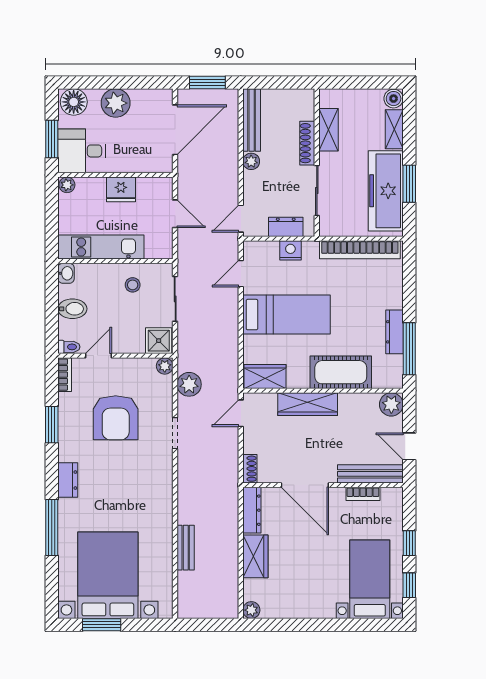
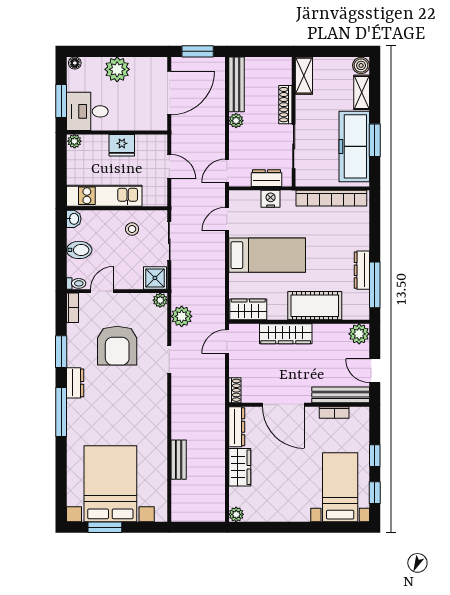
floor lamp: (74, 102) -> (75, 63), width x0.53, depth x0.53
shelving: (328, 130) -> (304, 76), moved
dresser: (68, 480) -> (75, 383), moved
window: (52, 528) -> (61, 412), moved

